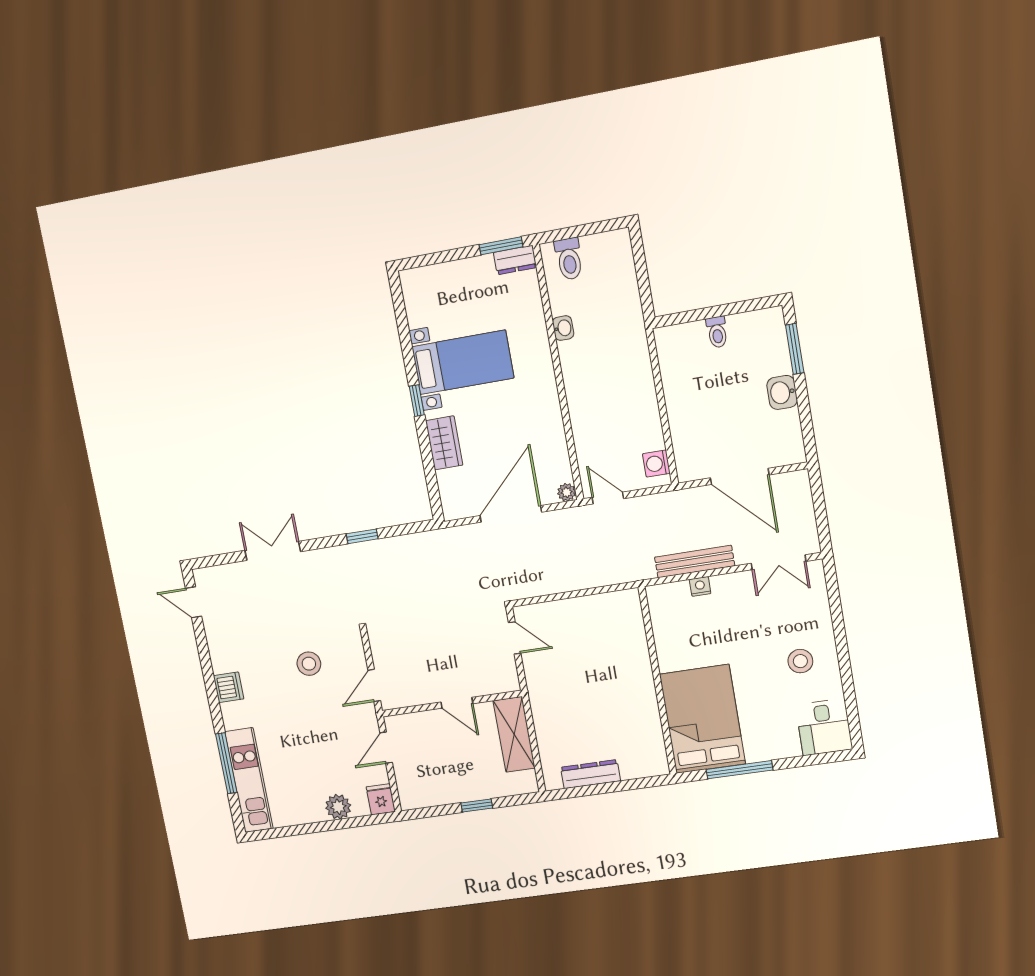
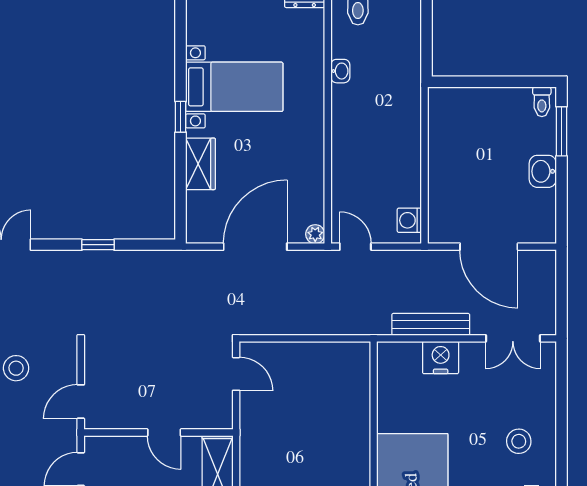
toilet: (717, 332) -> (542, 102), moved
nightstand: (700, 586) -> (441, 358), width x1.89, depth x1.79

